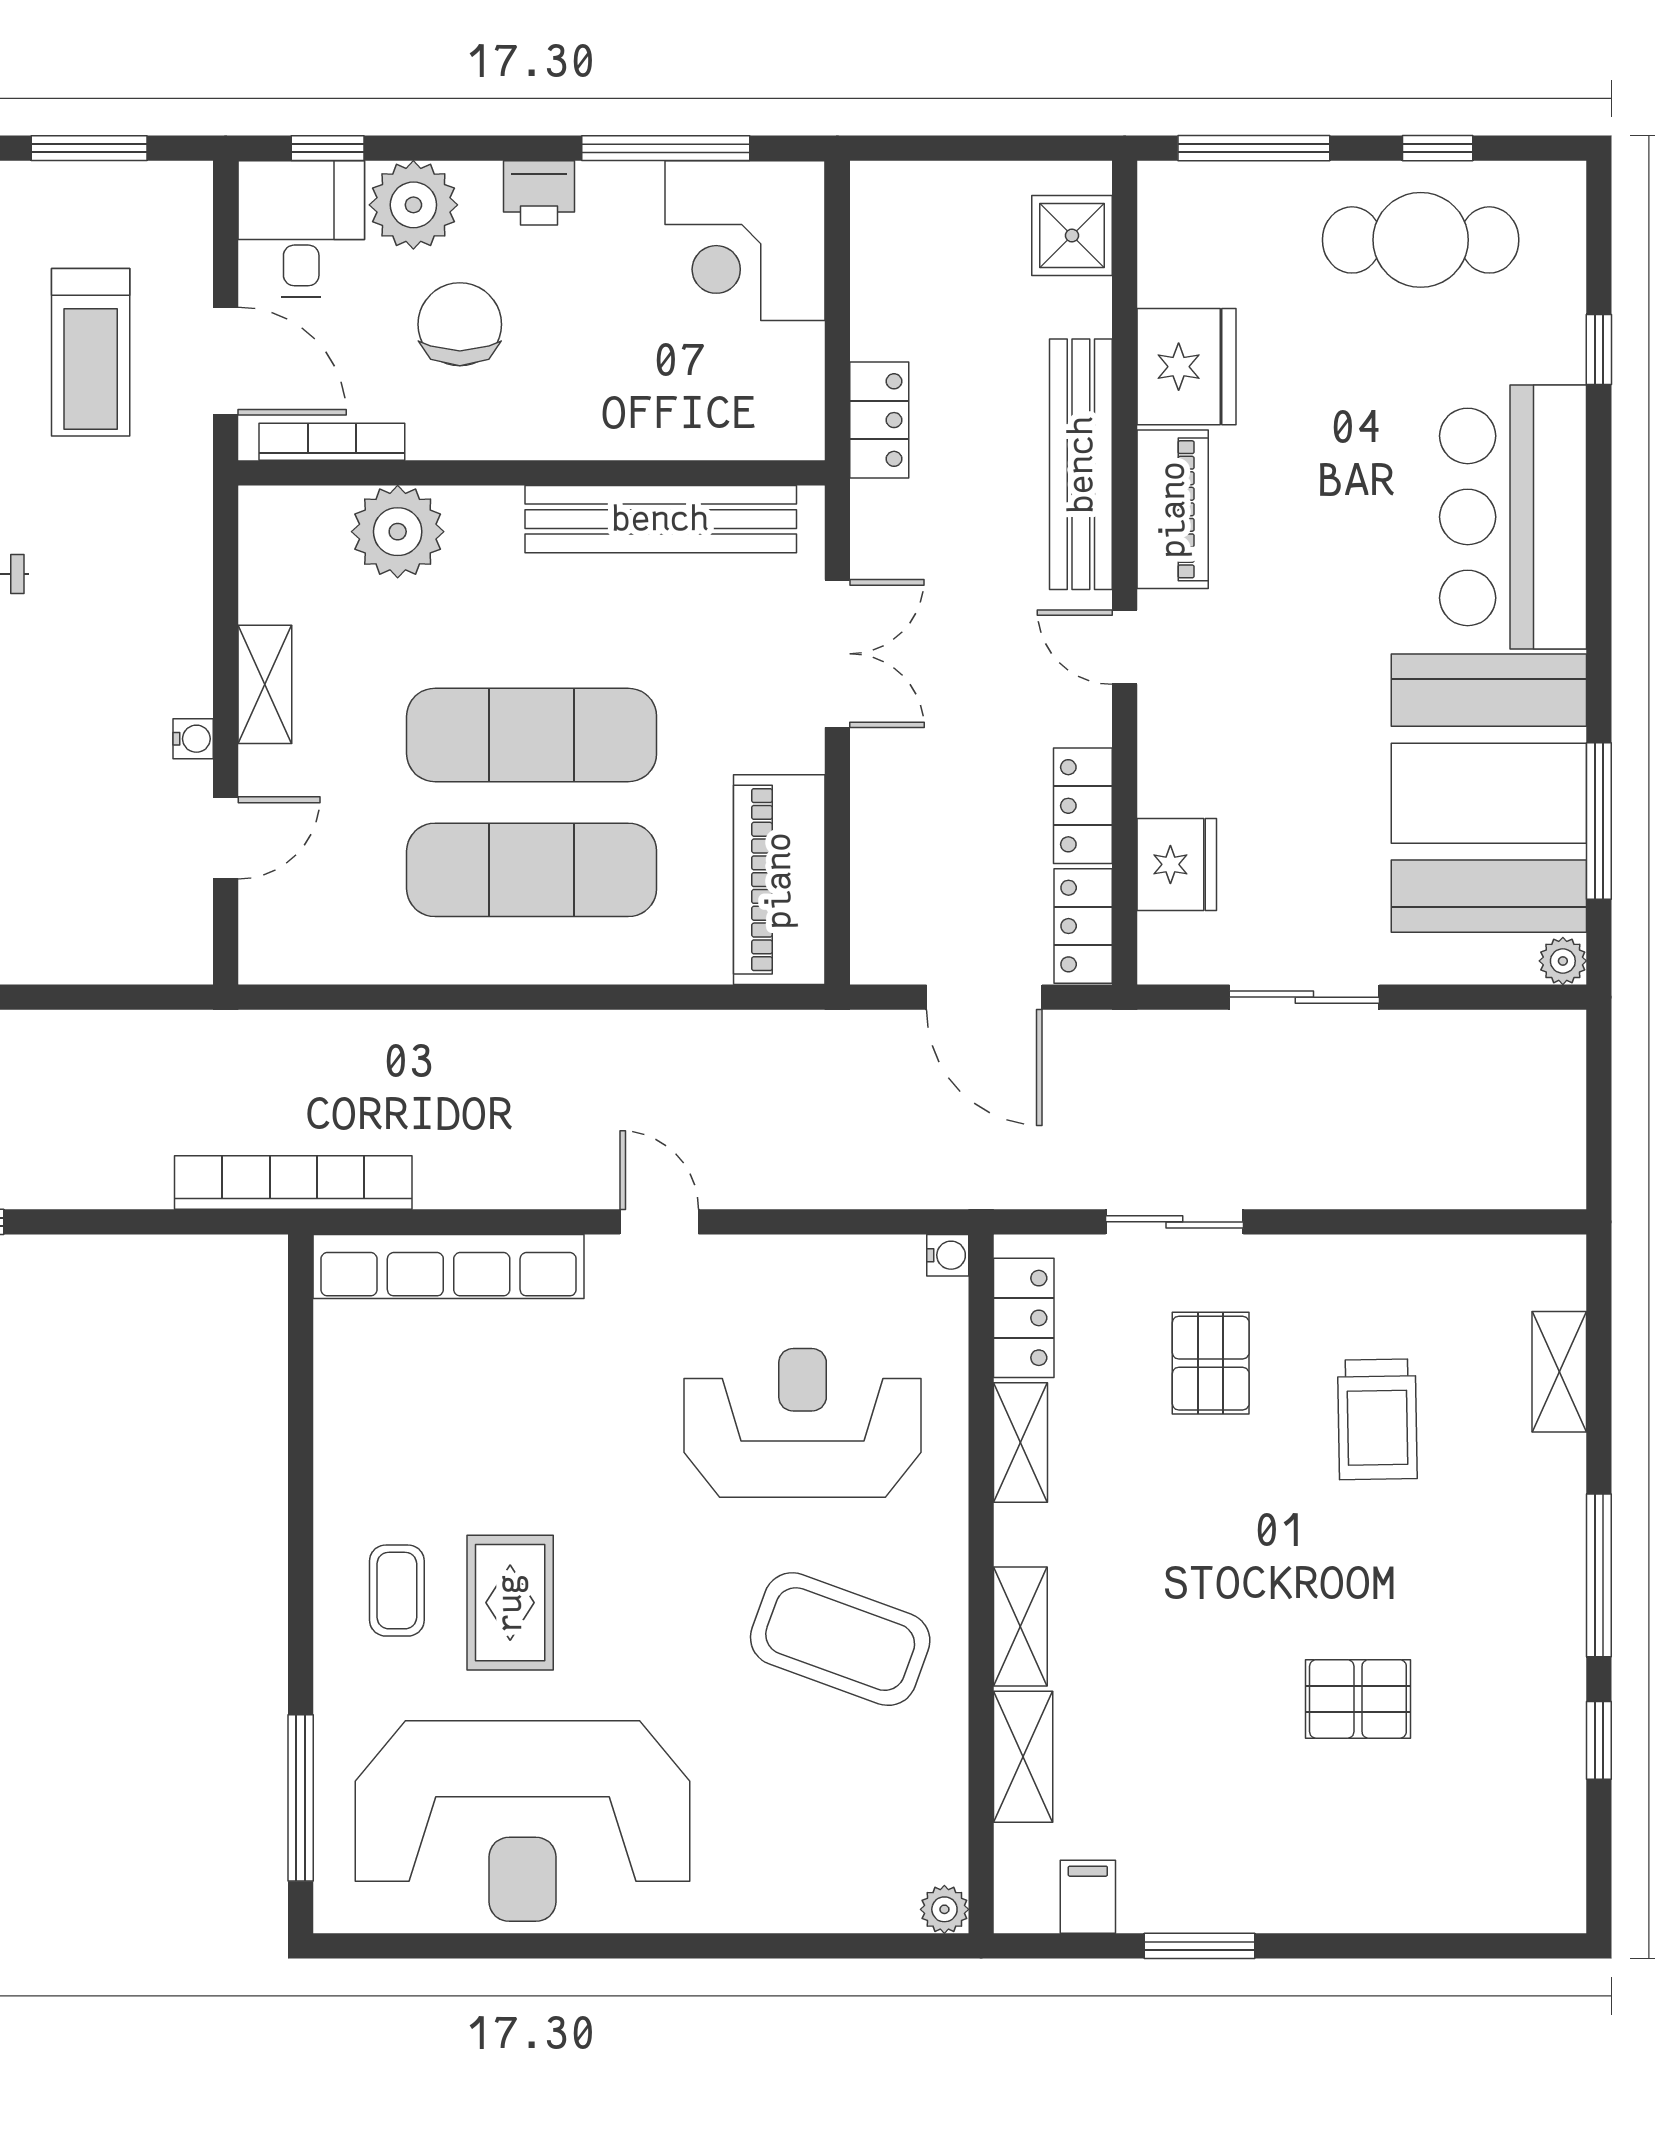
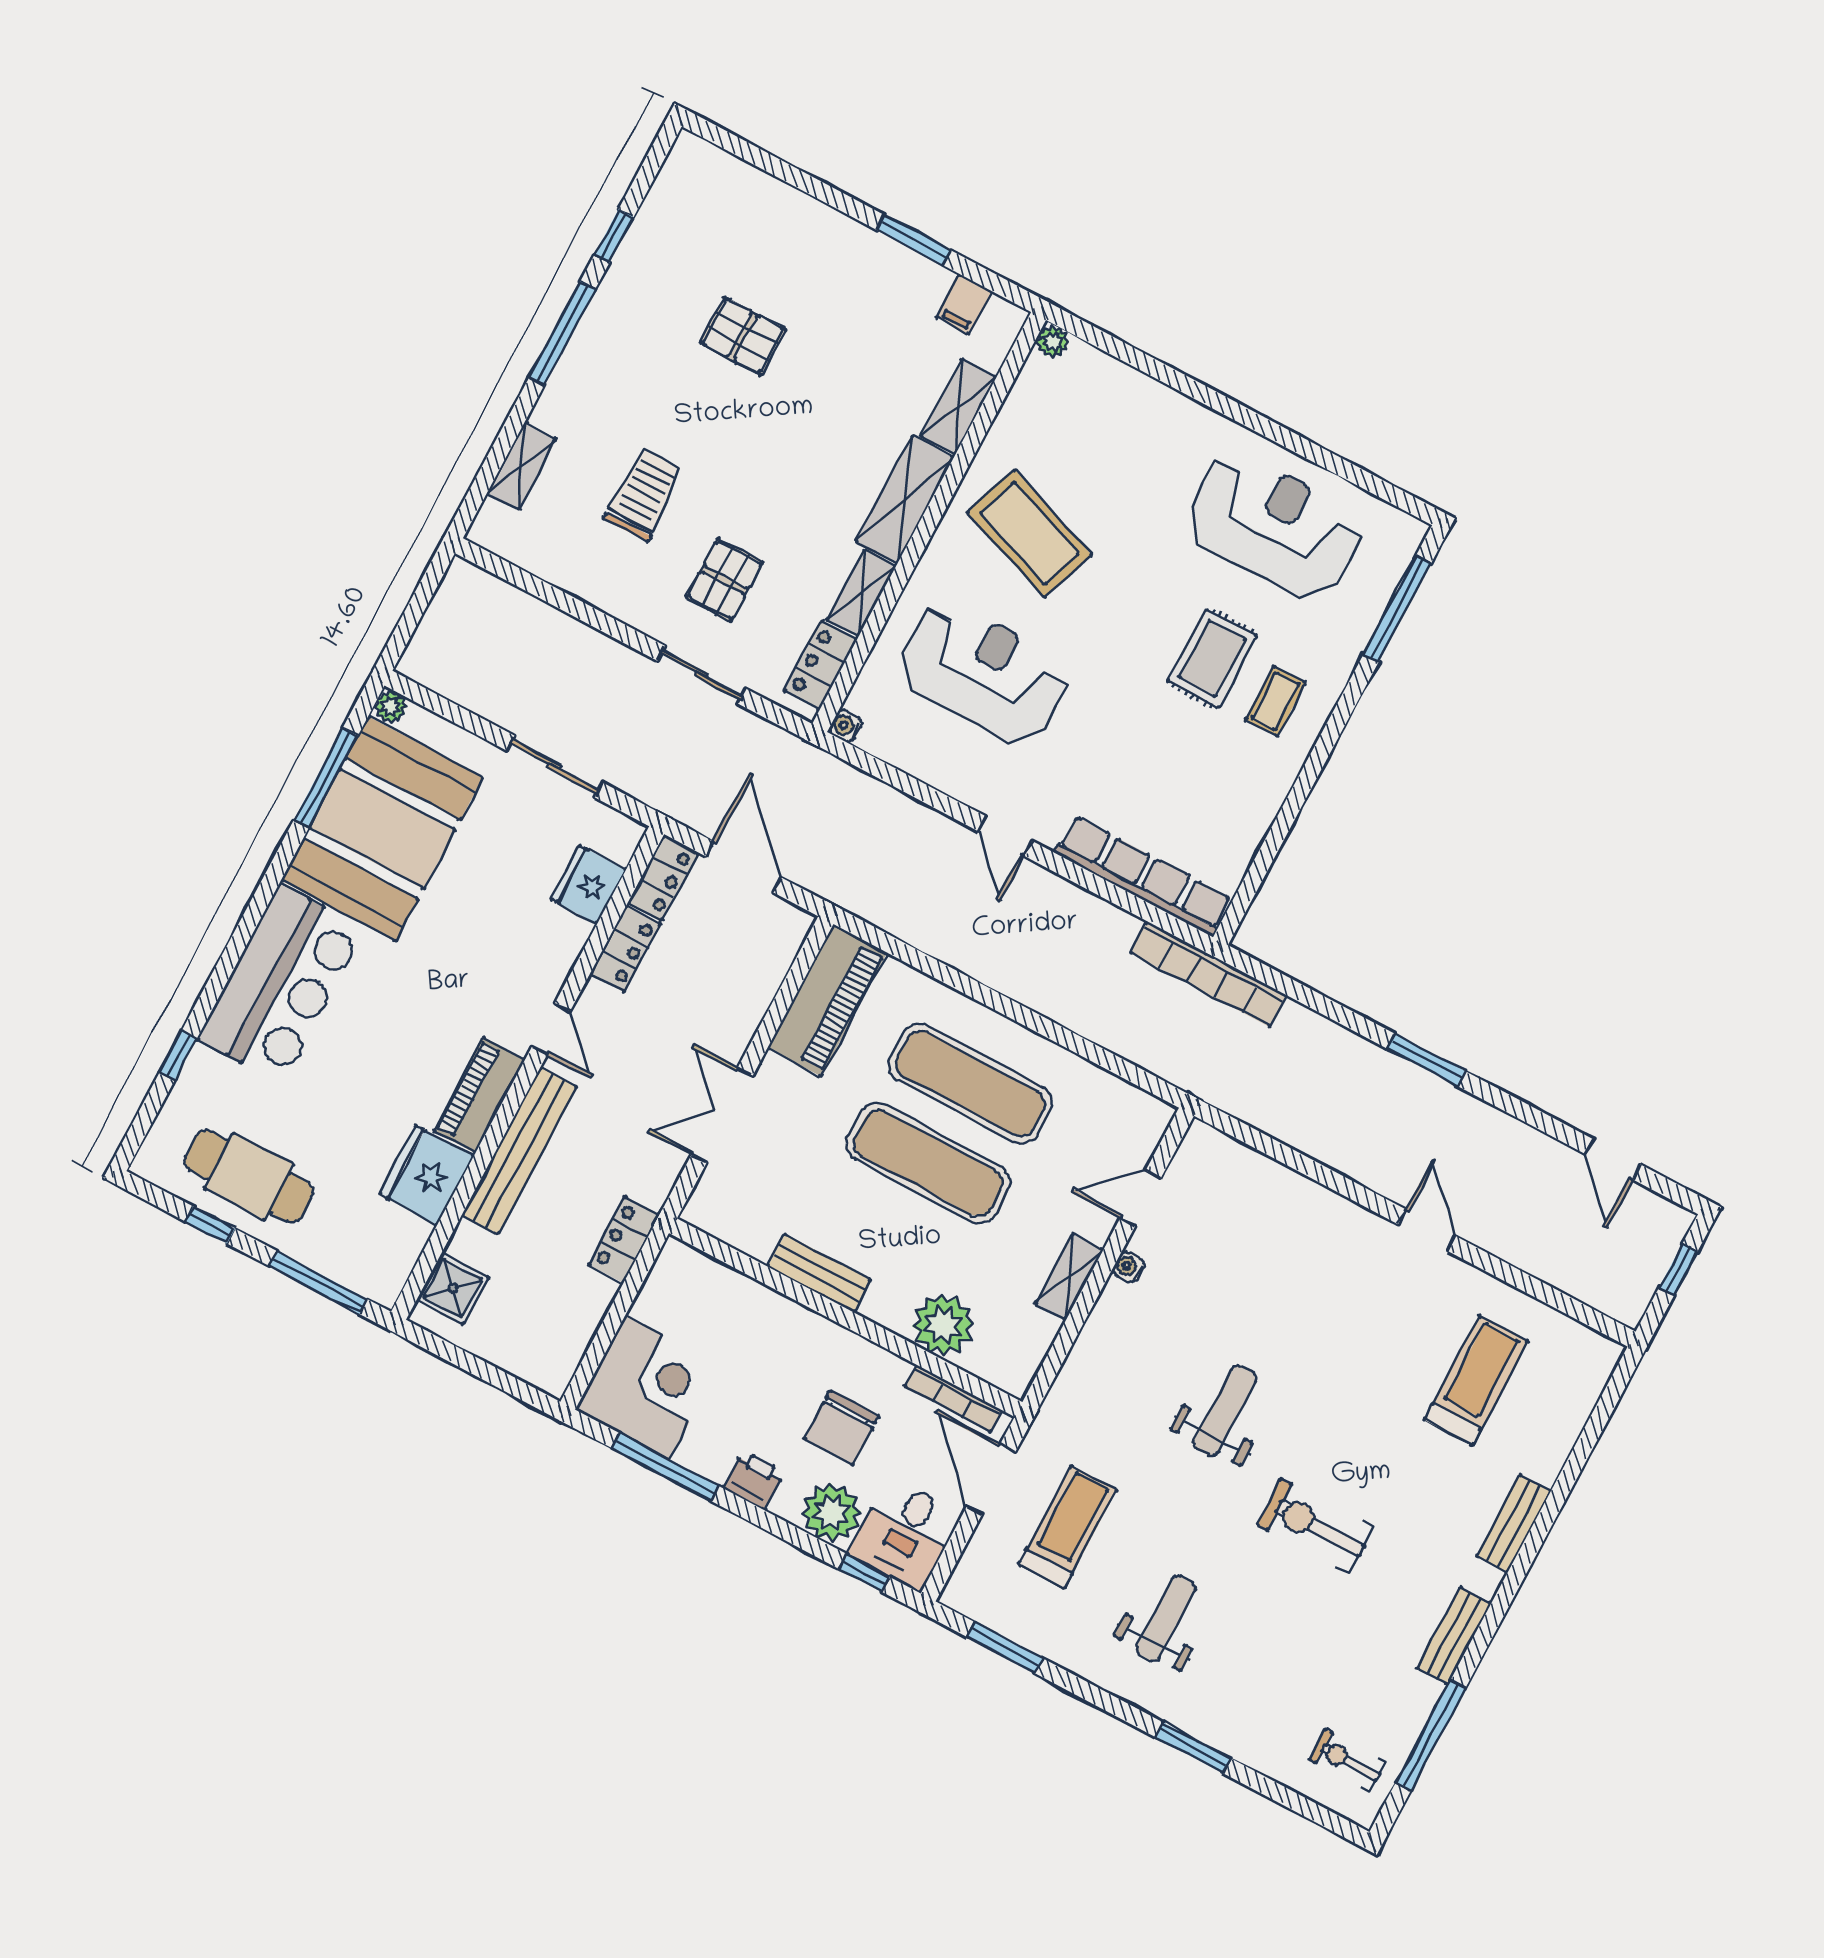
bench: (661, 519) -> (819, 1273), width x0.54, depth x0.82
reception desk: (803, 1423) -> (984, 673), turned 180
shelving: (1020, 1627) -> (905, 499), width x1.50, depth x1.33
reception desk: (523, 1821) -> (1274, 526), width x0.74, depth x0.77

